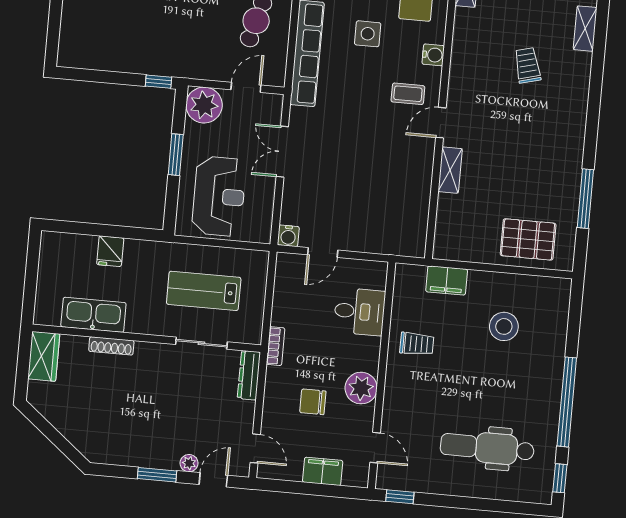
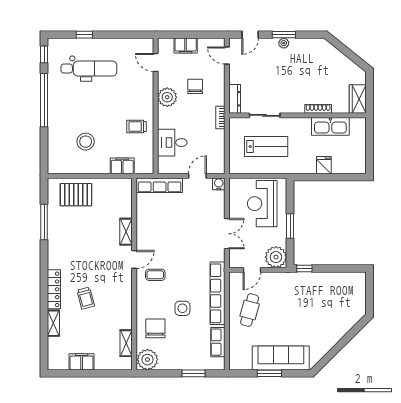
water cooler: (433, 55) -> (142, 299), removed
locker: (579, 85) -> (54, 289), added
row of seats: (387, 243) -> (160, 185), added
chair: (313, 402) -> (195, 86), turned -90
plant: (189, 463) -> (284, 43), moved
window: (400, 497) -> (84, 35), moved

